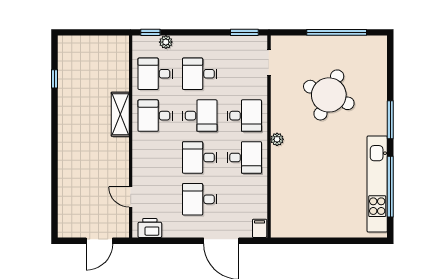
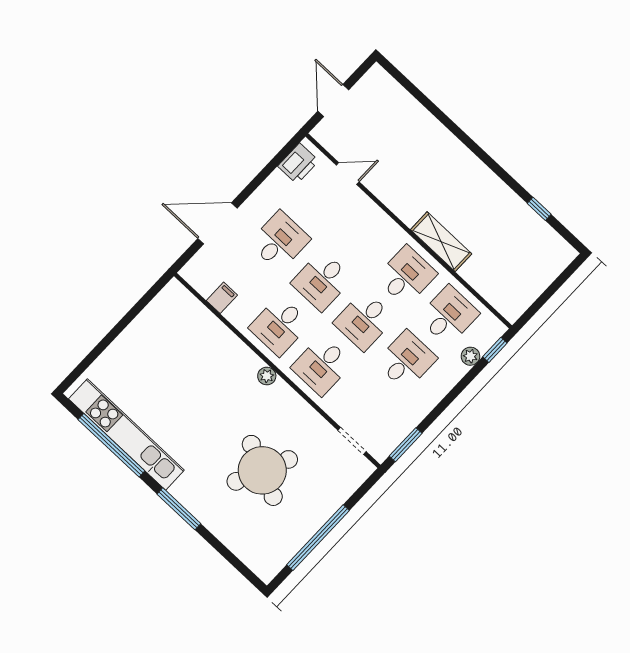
desk: (200, 157) -> (322, 281), turned 180
filing cabinet: (260, 228) -> (222, 298), moved, turned -90

